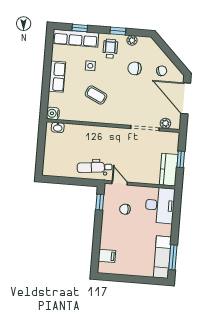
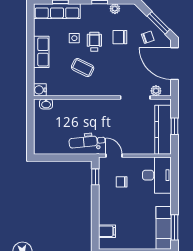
wheelchair: (110, 49) -> (94, 42), moved
window: (173, 57) -> (158, 23), added
kitchen counter: (169, 170) -> (163, 130), width x1.50

